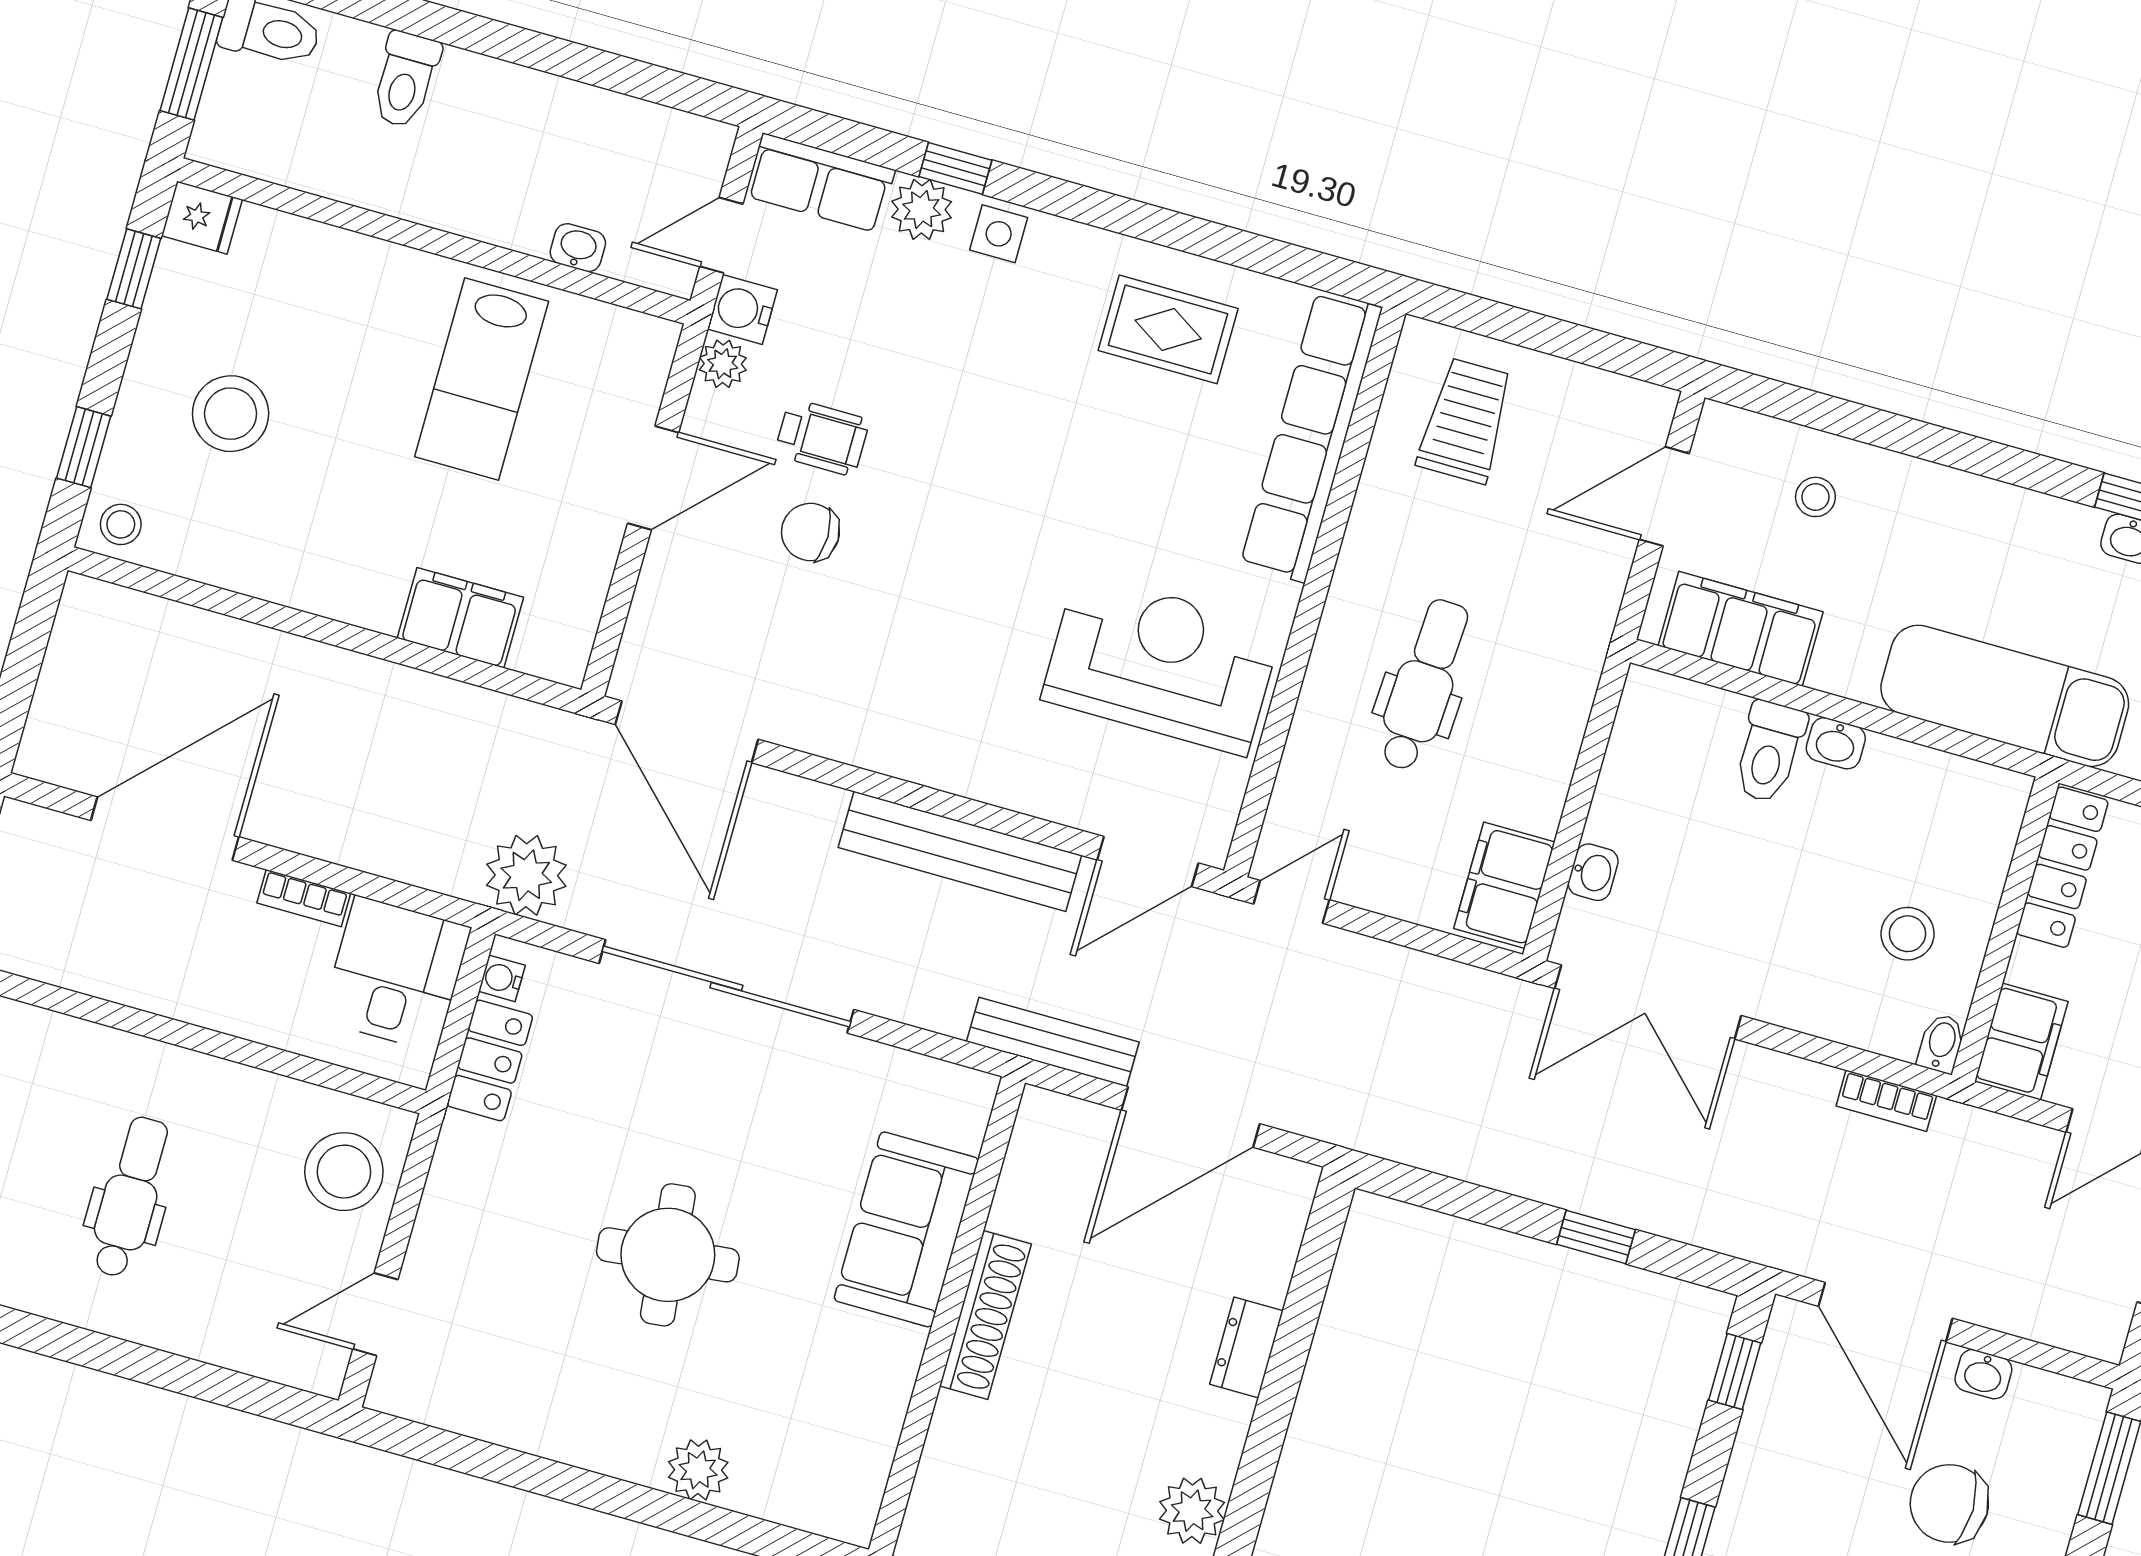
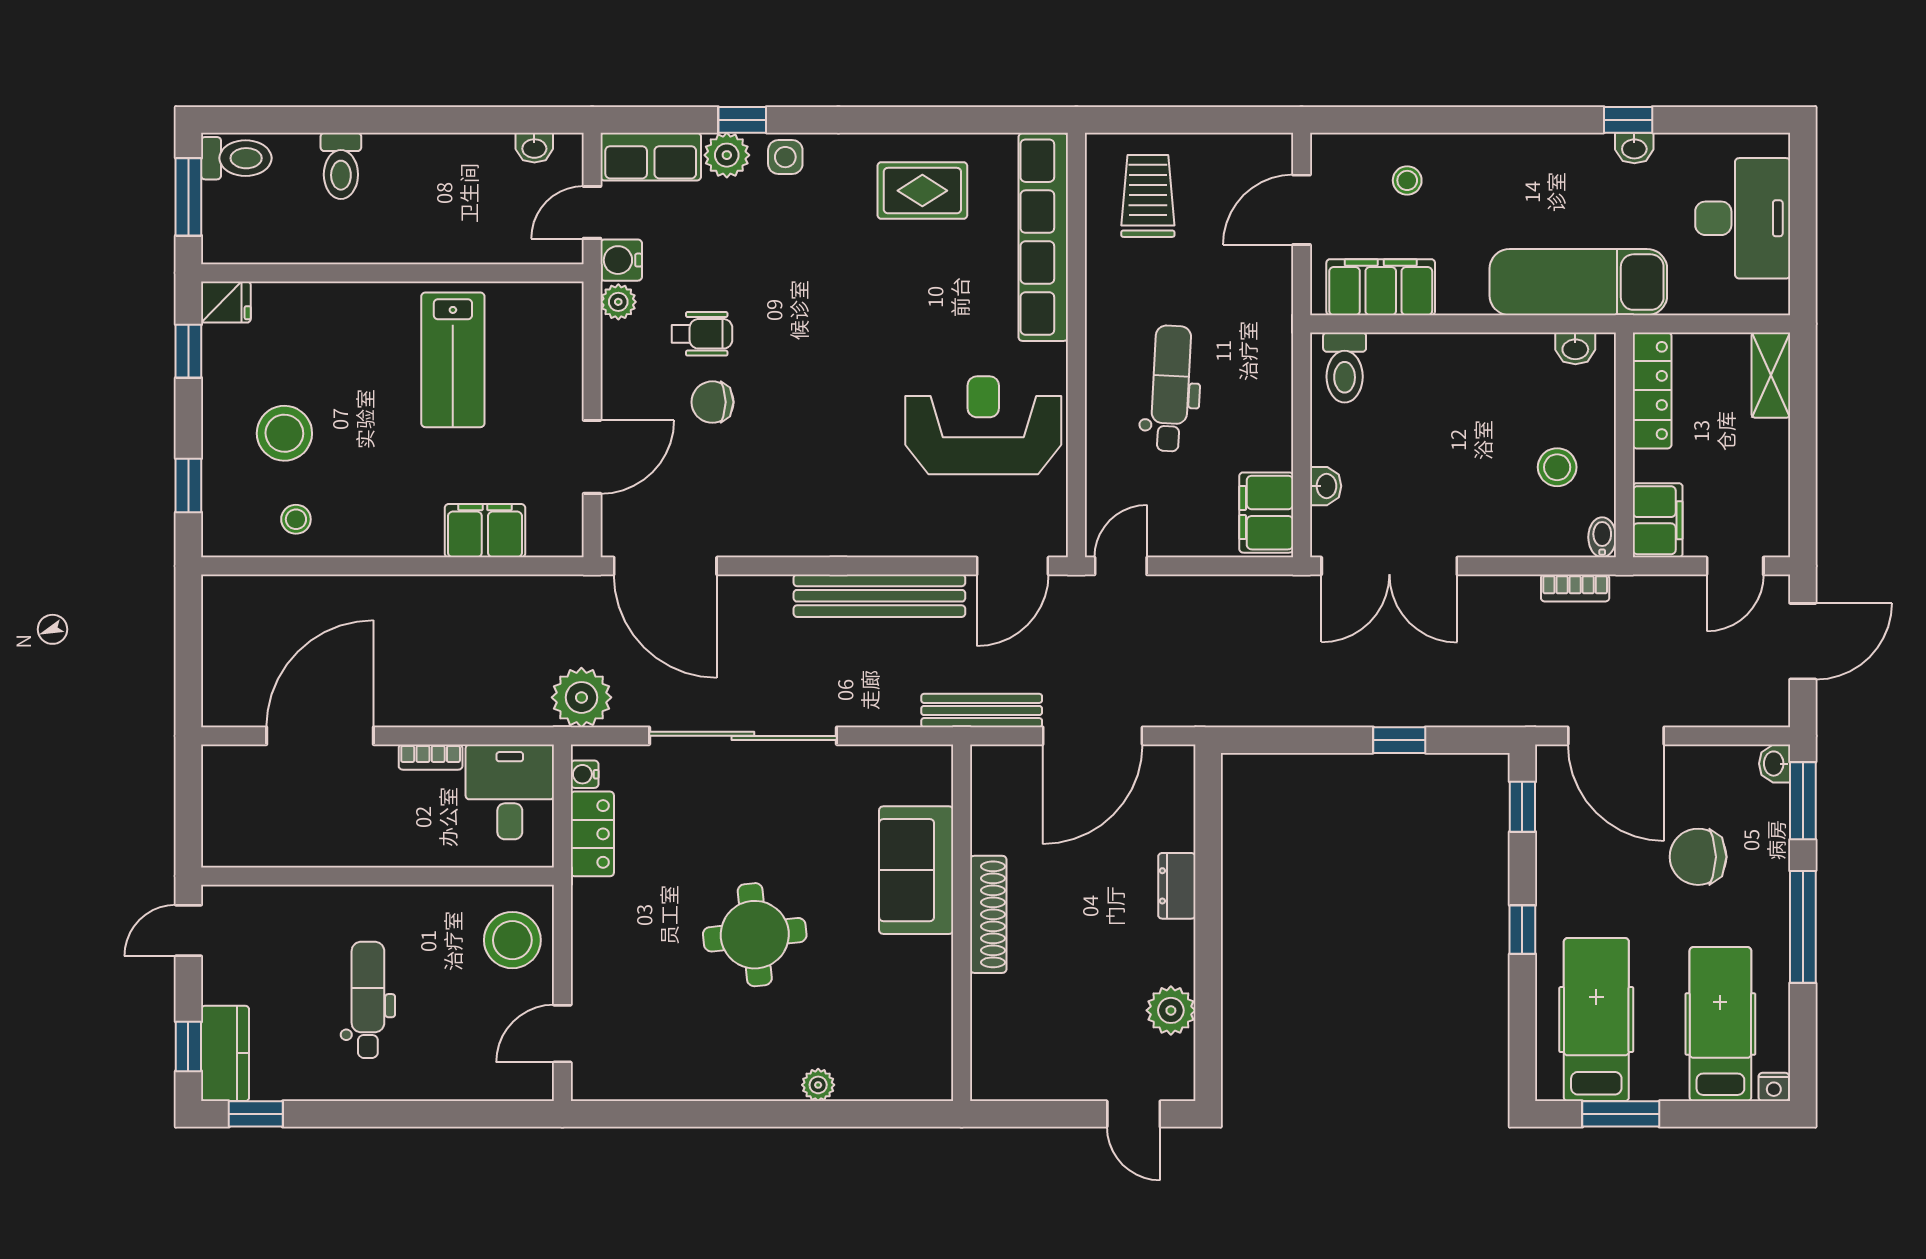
washbasin: (578, 248) -> (534, 148), moved, turned 180
door: (653, 478) -> (592, 457), moved
stool: (121, 524) -> (296, 519), moved
washbasin: (1836, 743) -> (1575, 348), moved
toilet: (1769, 752) -> (1345, 367), moved
washbasin: (1983, 1374) -> (1775, 764), moved, turned 90
plant: (698, 1470) -> (818, 1085), width x0.73, depth x0.73

